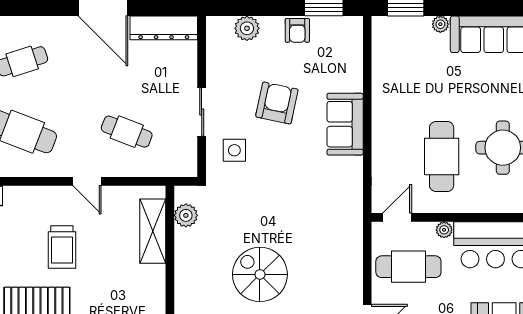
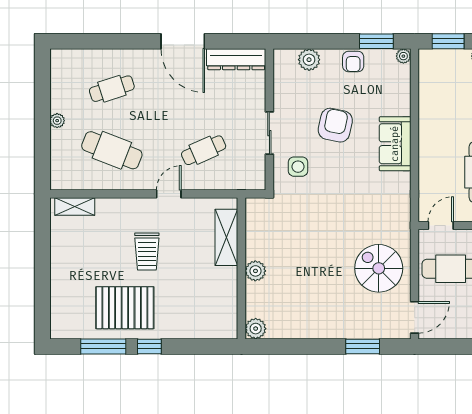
plant: (355, 24) -> (403, 56), added
cafe table: (127, 132) -> (204, 150), turned -45
door: (87, 181) -> (169, 194), swing flipped
plant: (186, 215) -> (255, 271), moved
spiral stairs: (260, 274) -> (379, 268), moved

